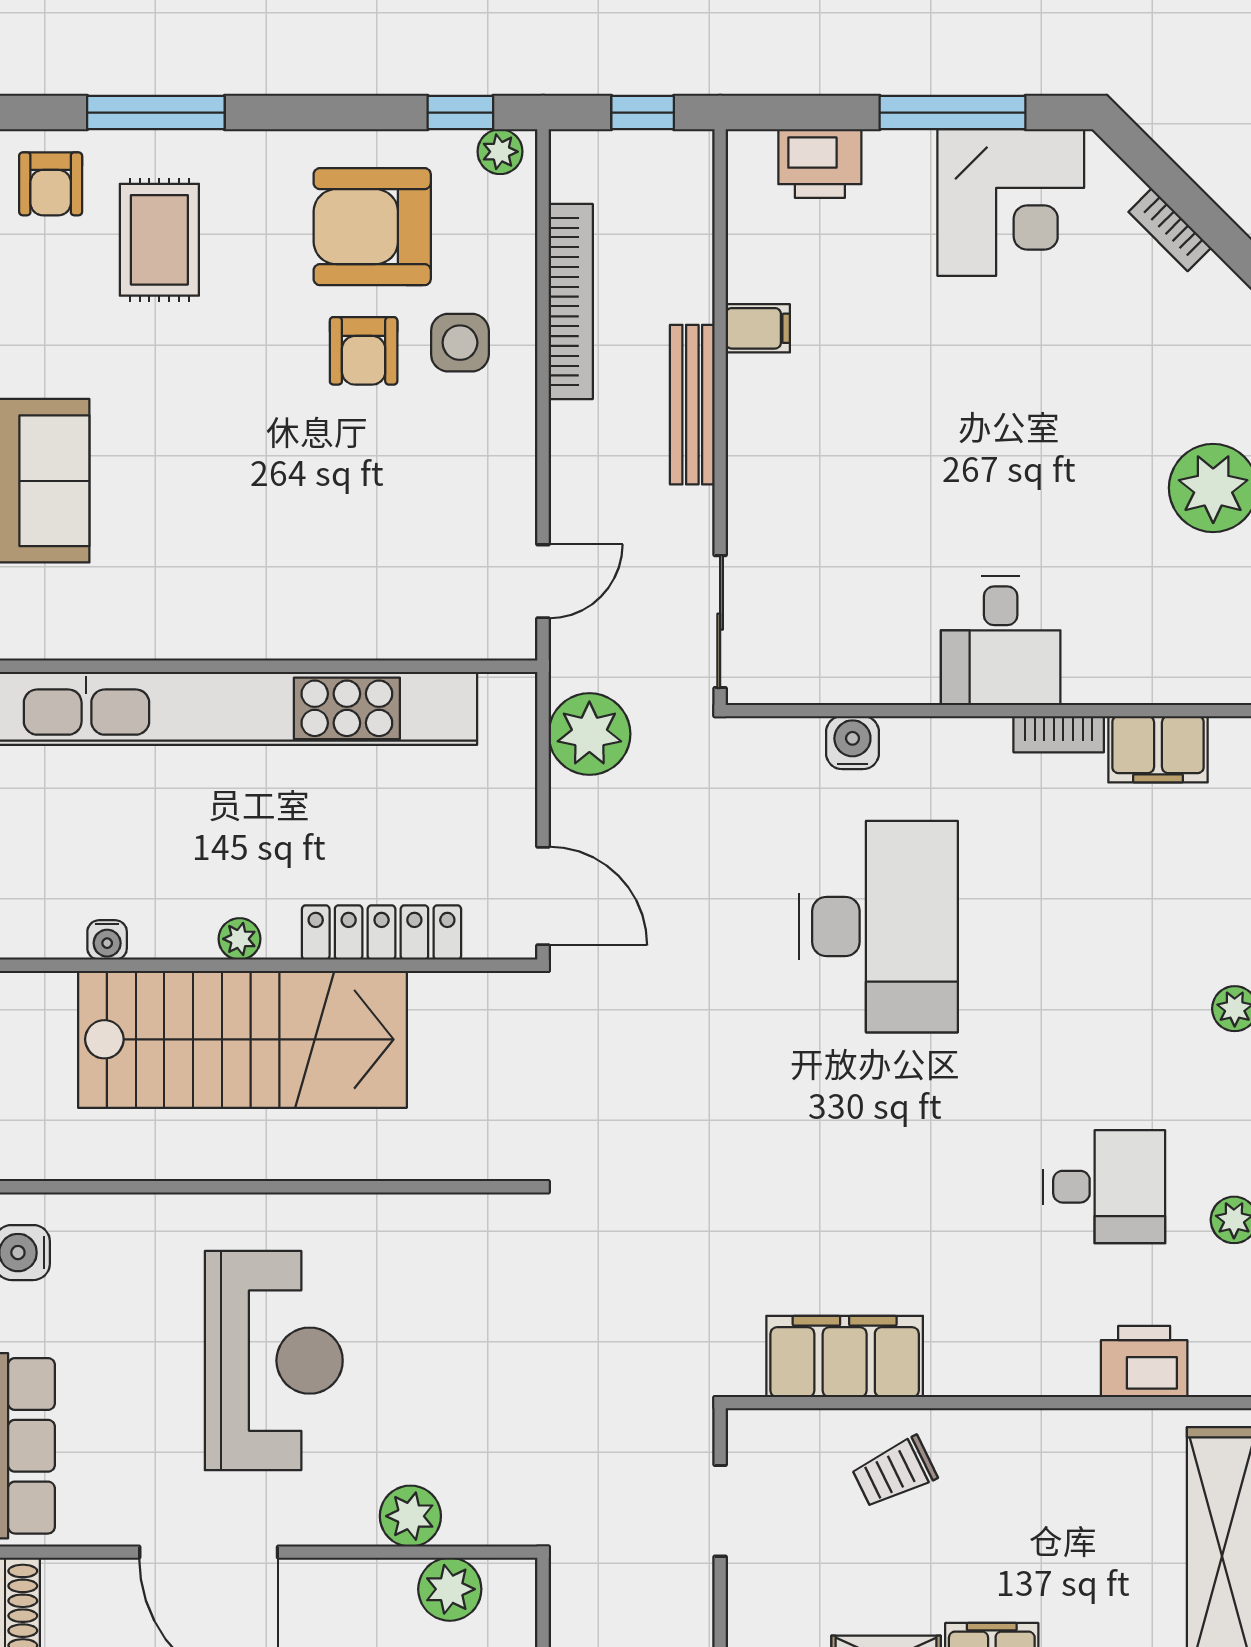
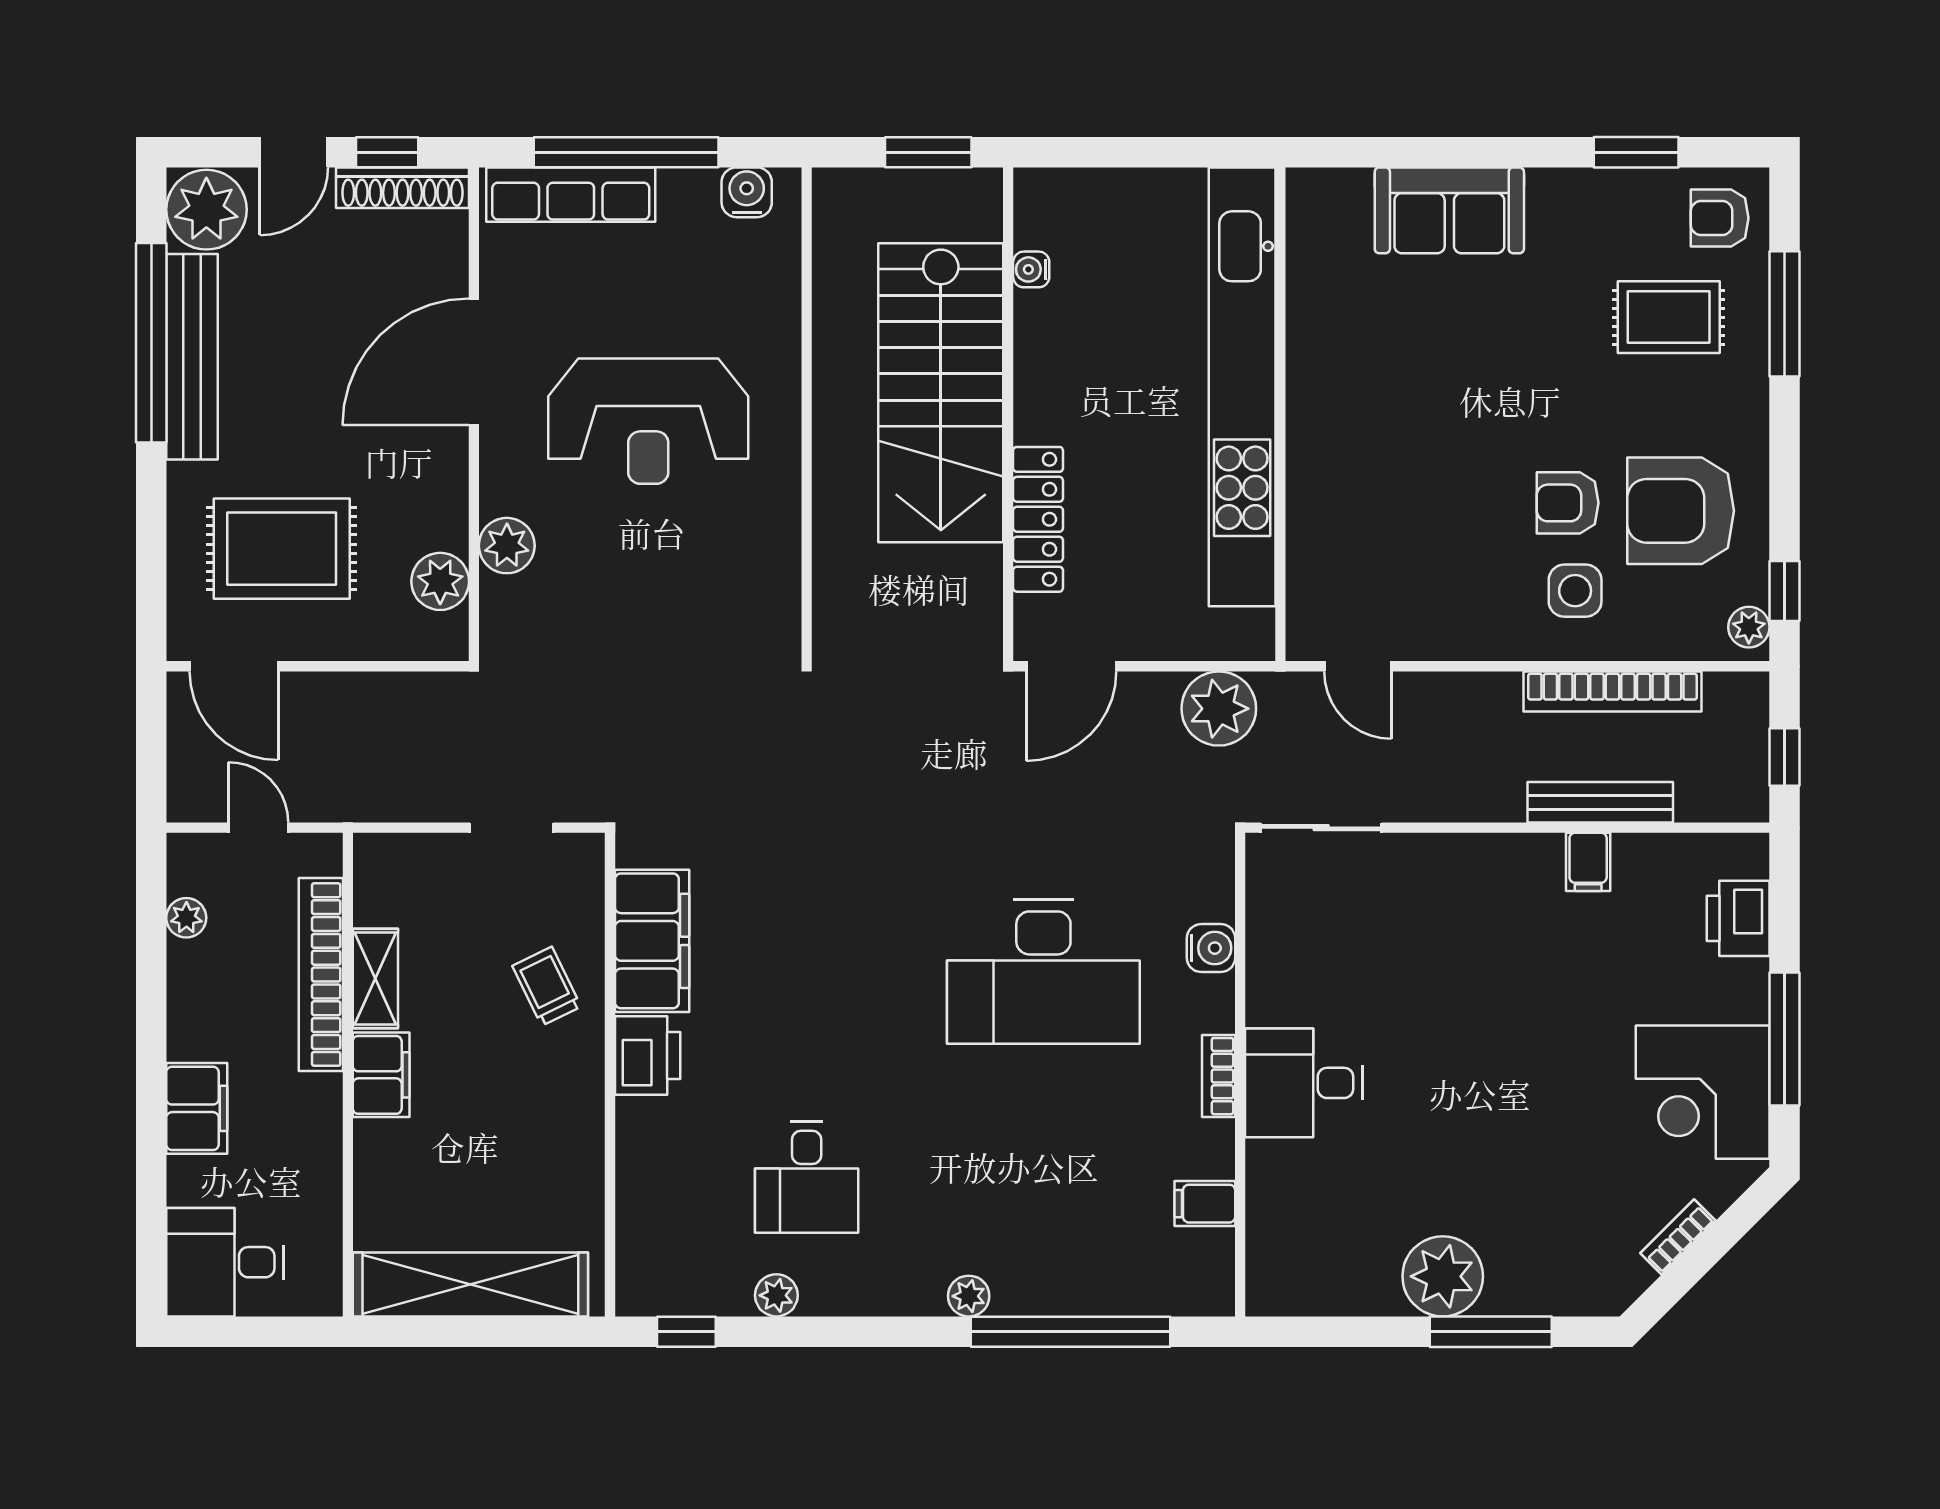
armchair: (372, 227) -> (1681, 511), turned -90
bench: (692, 405) -> (1600, 802), moved
bookcase: (1059, 734) -> (1219, 1076), moved
filing cabinet: (1158, 749) -> (1205, 1204), width x0.50
plant: (240, 939) -> (1032, 390), removed
printer: (1144, 1361) -> (648, 1056), moved

